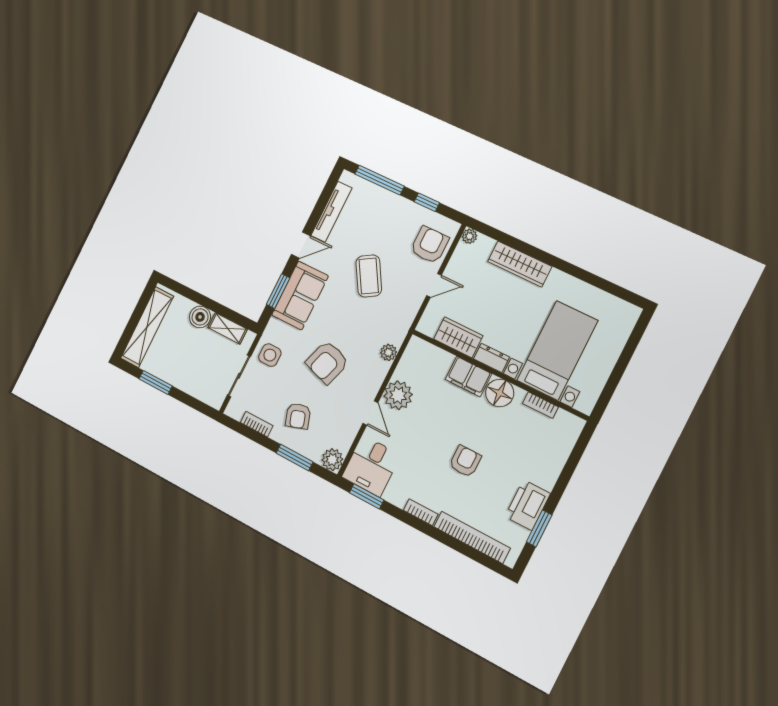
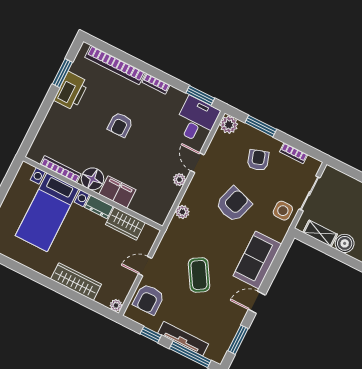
tv unit: (331, 212) -> (183, 339), moved, turned 90
window: (278, 291) -> (238, 340), moved
plant: (398, 395) -> (179, 180), width x0.53, depth x0.53
bookcase: (540, 405) -> (61, 169), width x1.56

